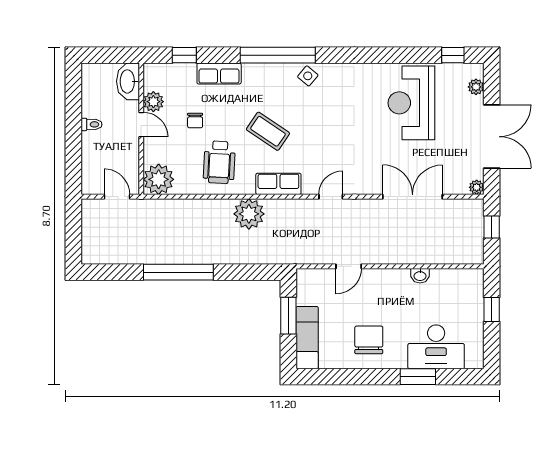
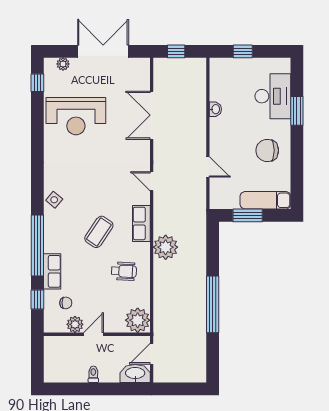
window: (278, 55) -> (37, 246), moved
washbasin: (128, 81) -> (135, 374), moved, turned 180
chair: (195, 121) -> (66, 303), moved
wheelchair: (219, 162) -> (124, 271), width x0.73, depth x0.73
plant: (477, 187) -> (144, 64), removed

